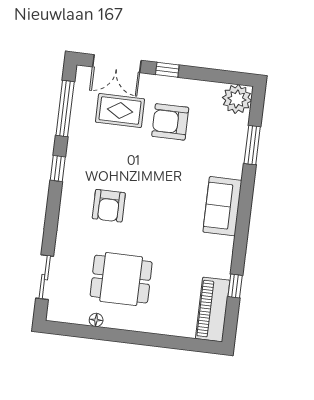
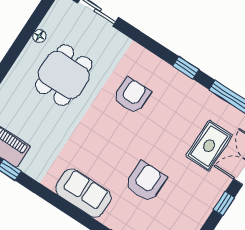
armchair: (170, 122) -> (146, 182), moved
armchair: (109, 206) -> (132, 96), turned 90

